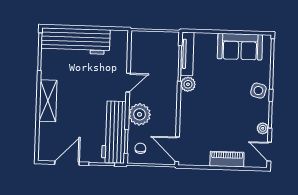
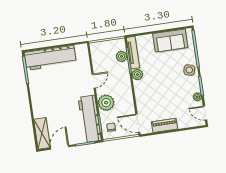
plant: (171, 56) -> (122, 56), added
shelving: (48, 101) -> (42, 133), moved
piano: (227, 159) -> (164, 125), moved

